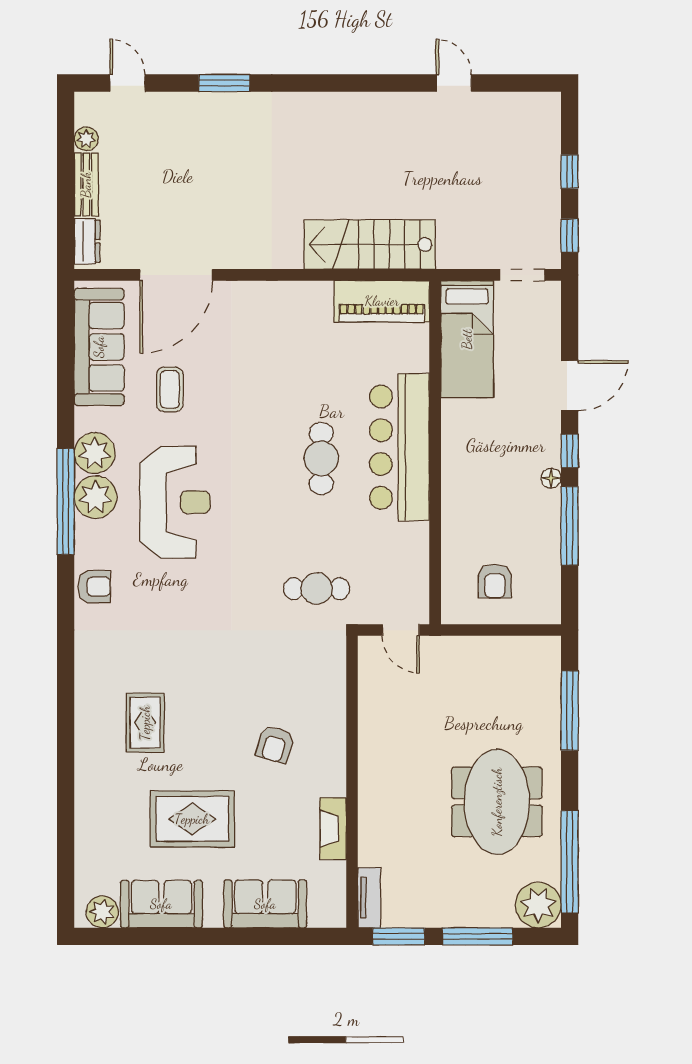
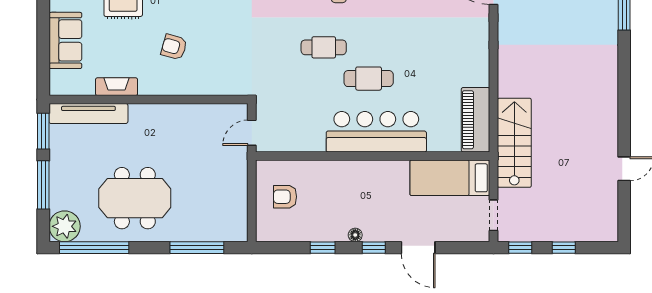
stairs: (370, 244) -> (514, 143), moved
window: (570, 526) -> (323, 248), width x0.46
cafe table: (317, 589) -> (324, 47), moved, turned 90
tv unit: (369, 898) -> (88, 113), width x1.92, depth x1.29

